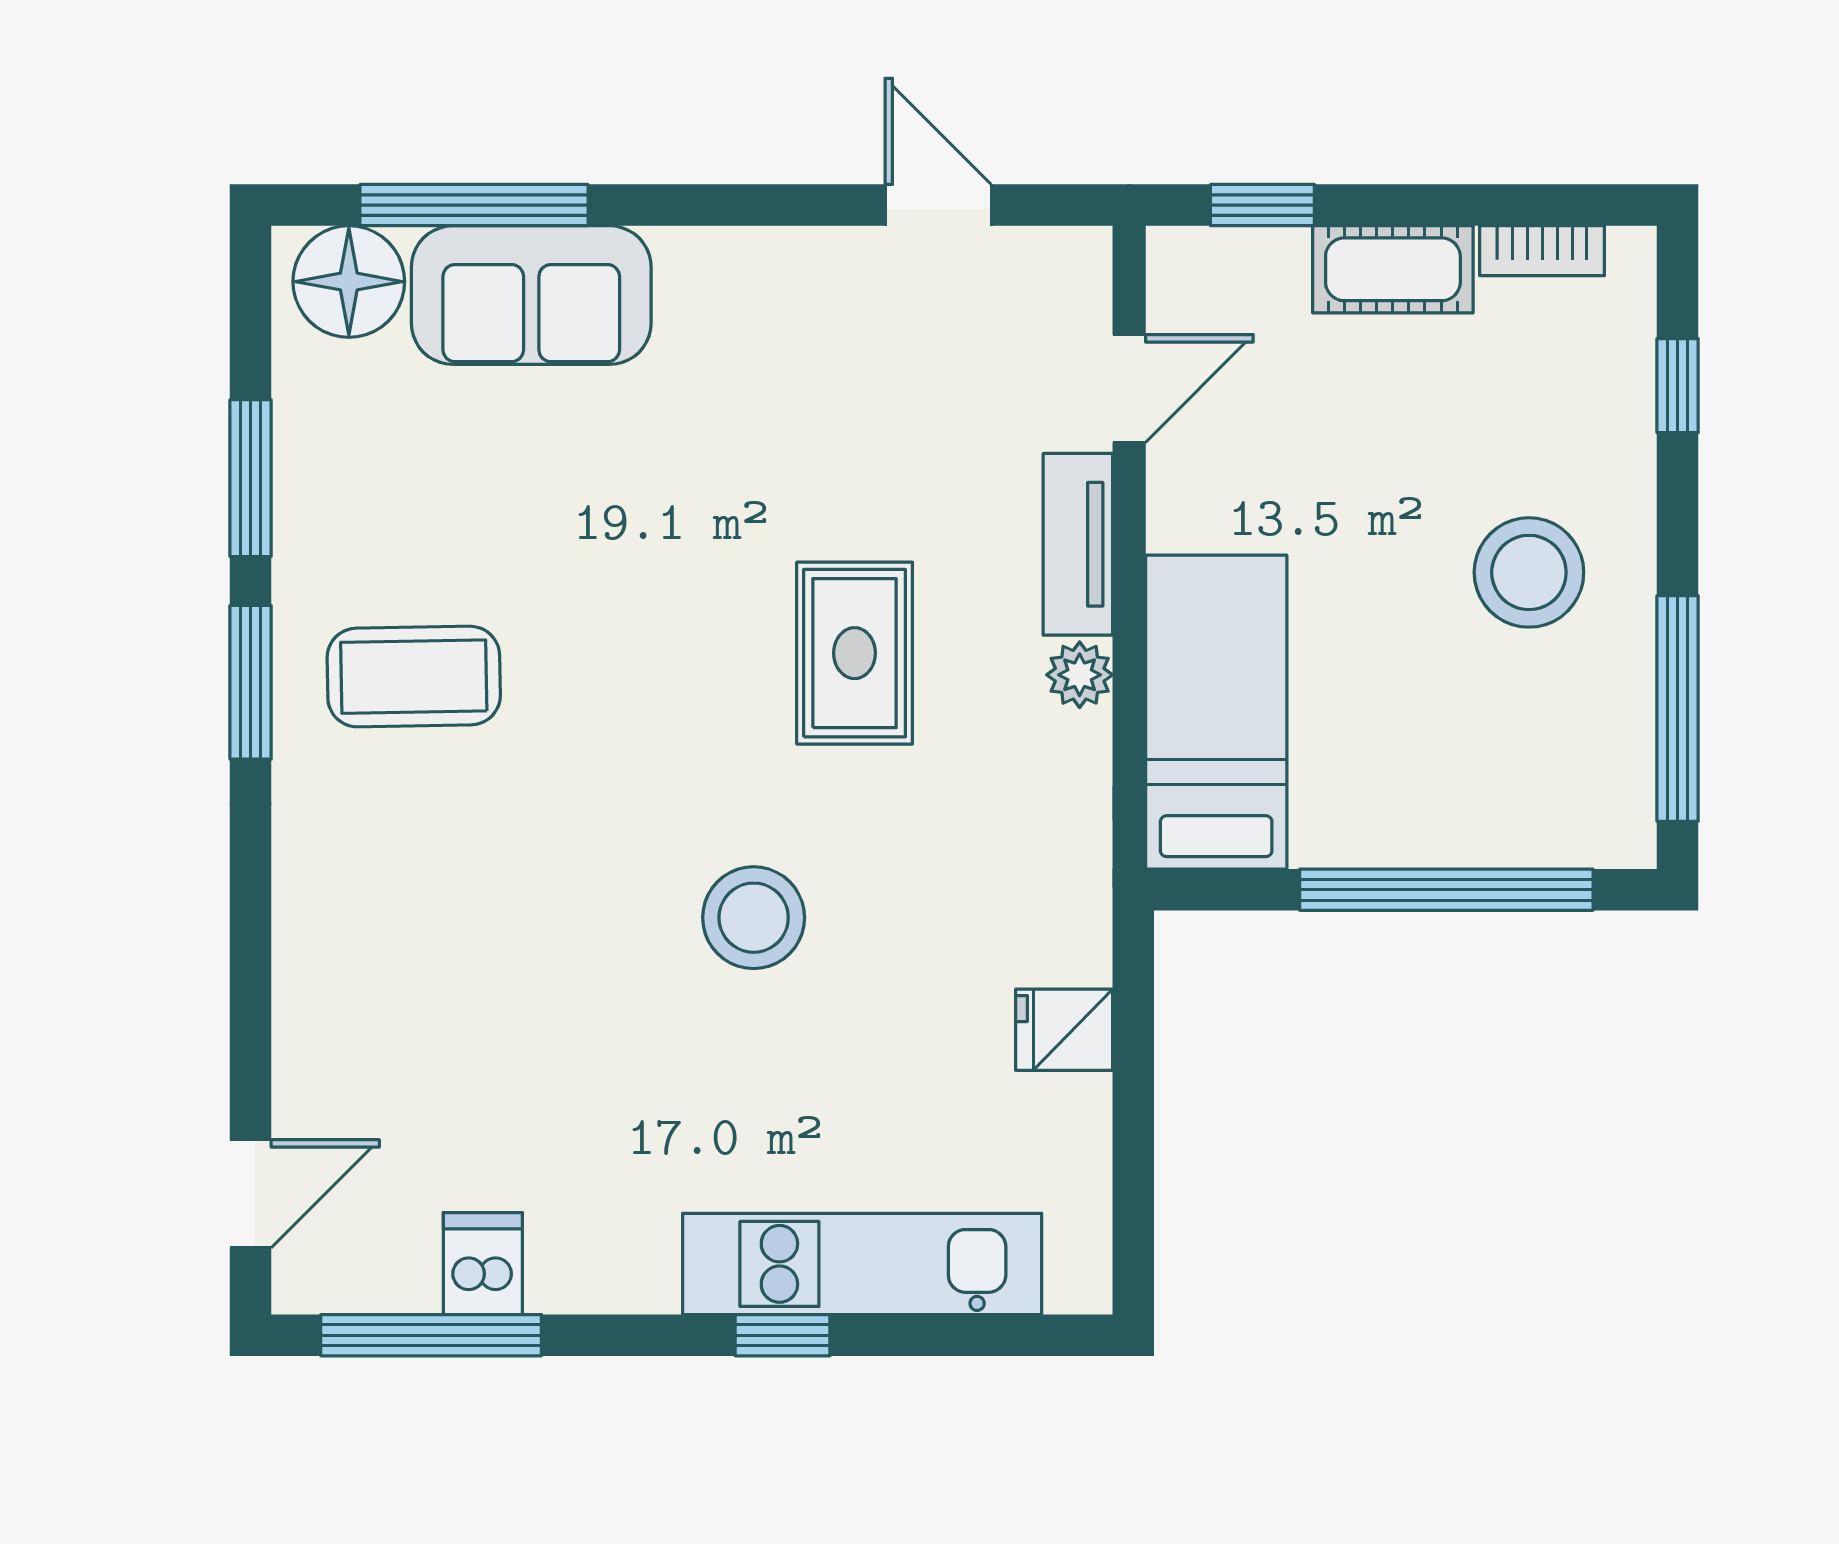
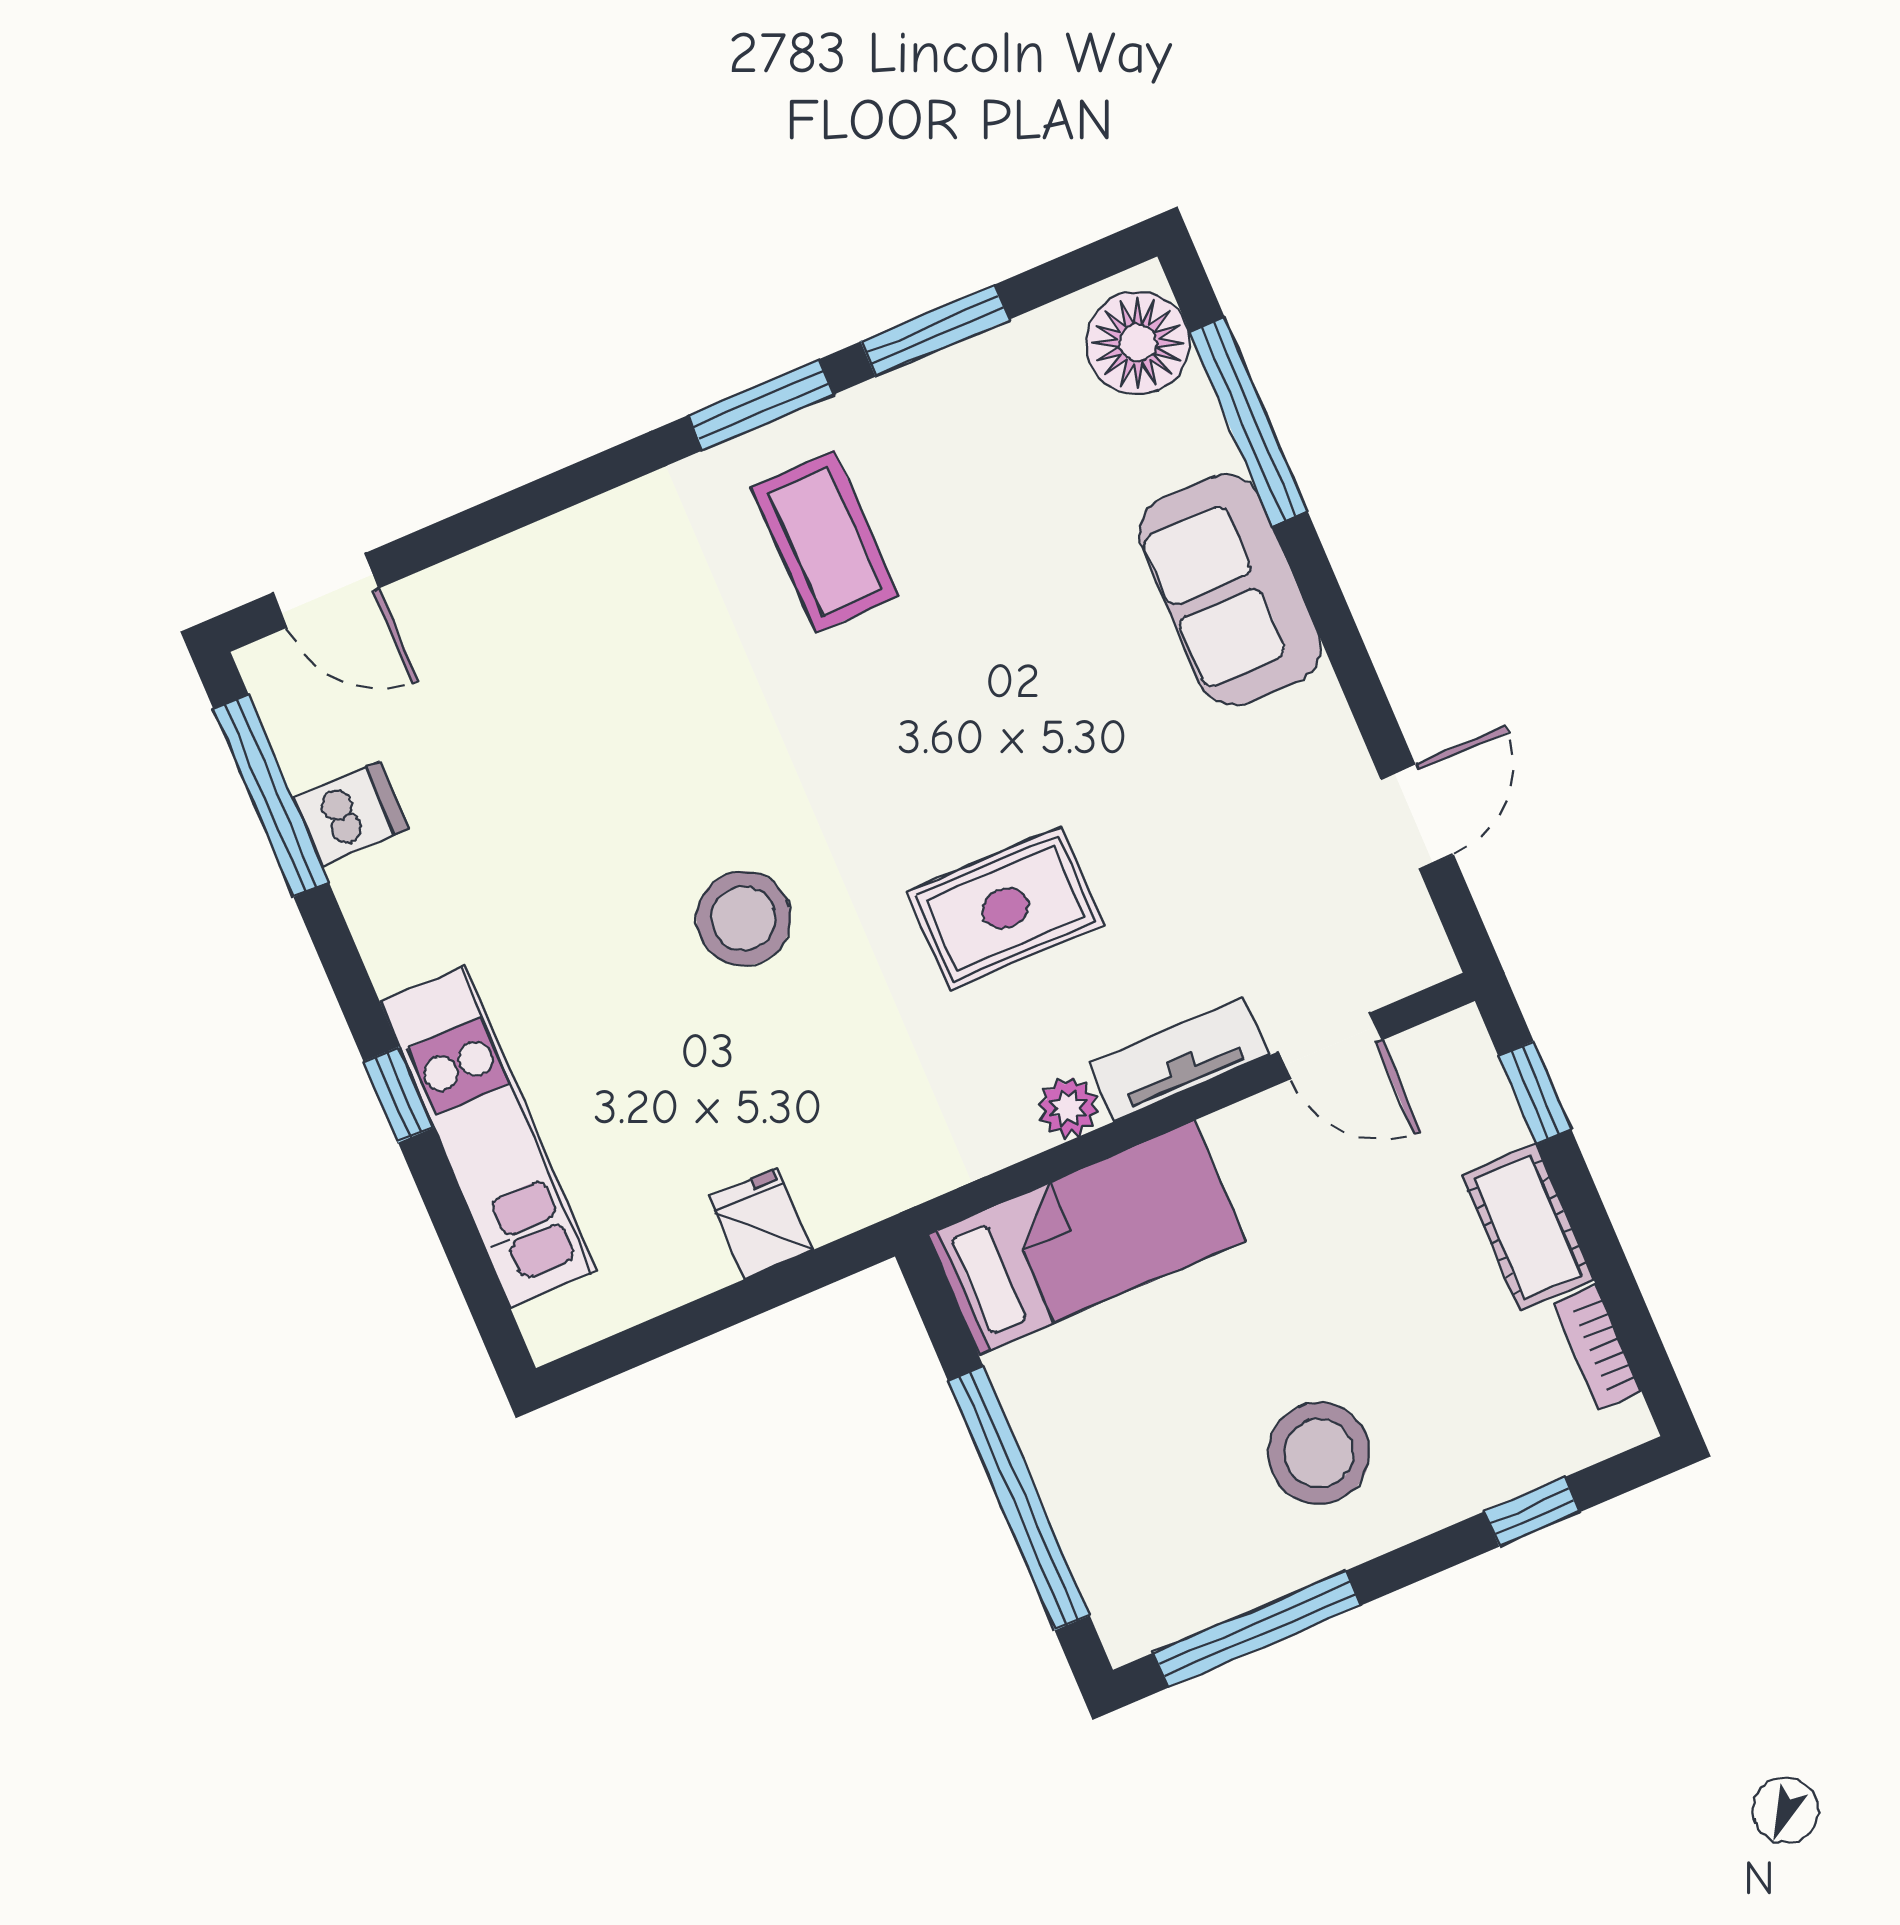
sofa: (531, 295) -> (1230, 590), moved

